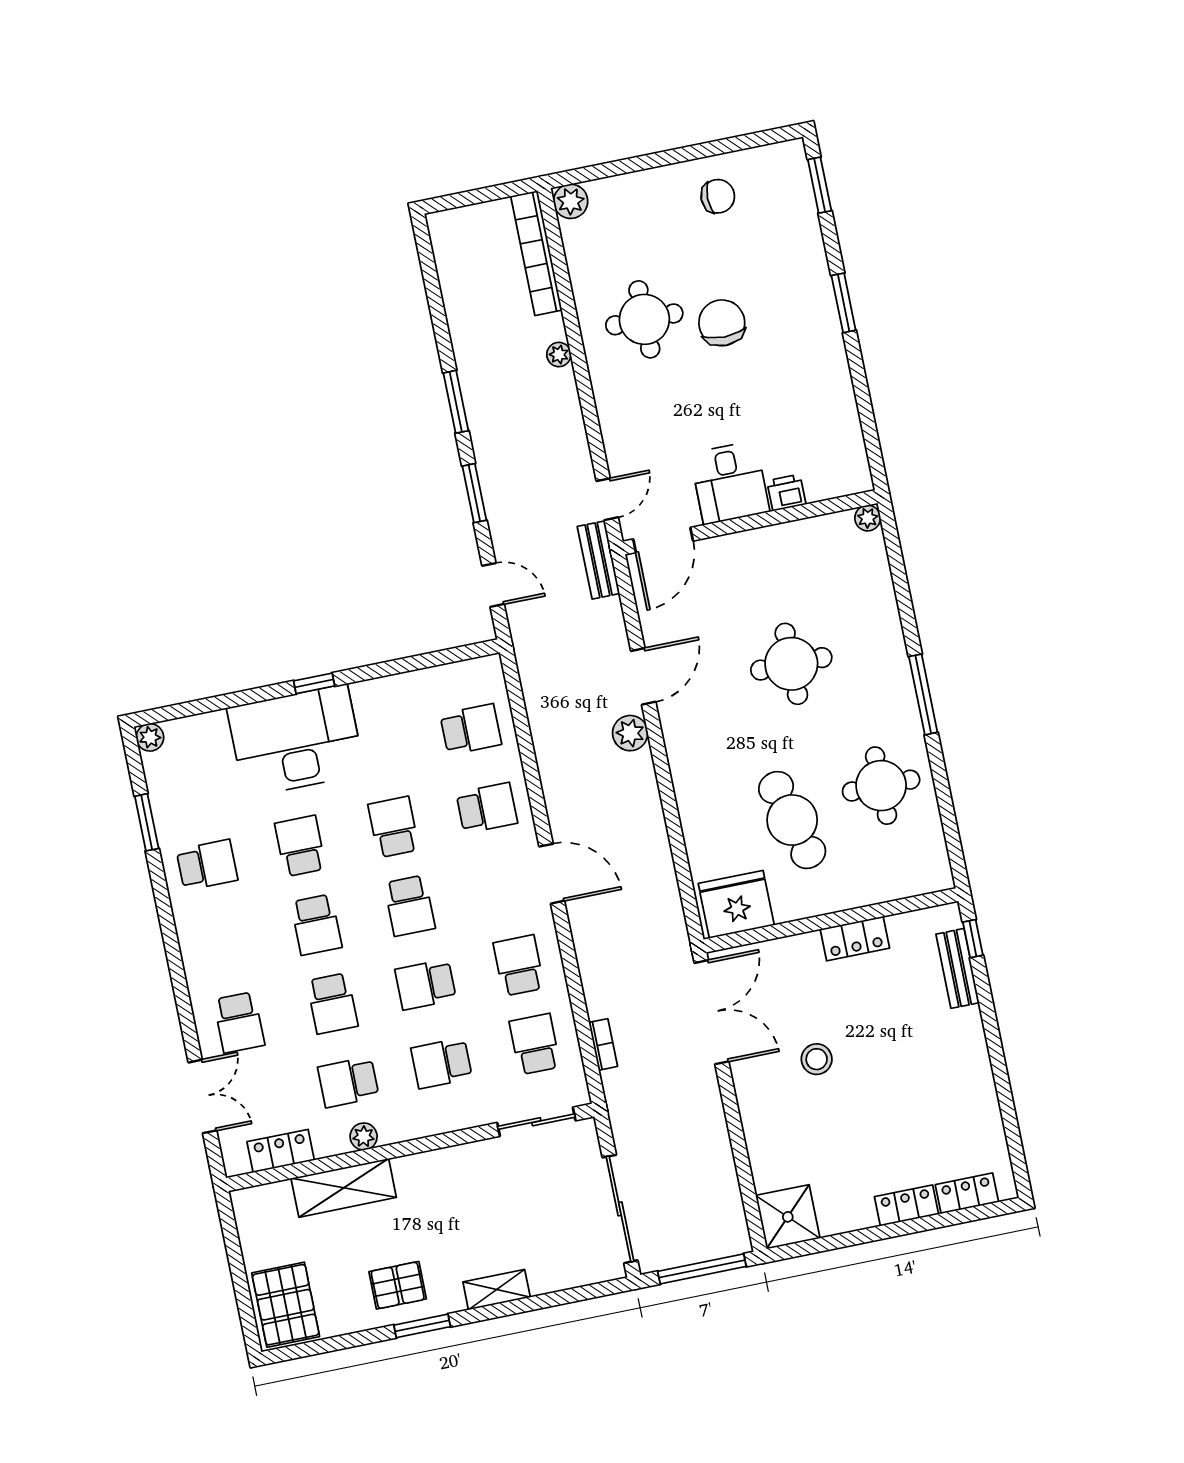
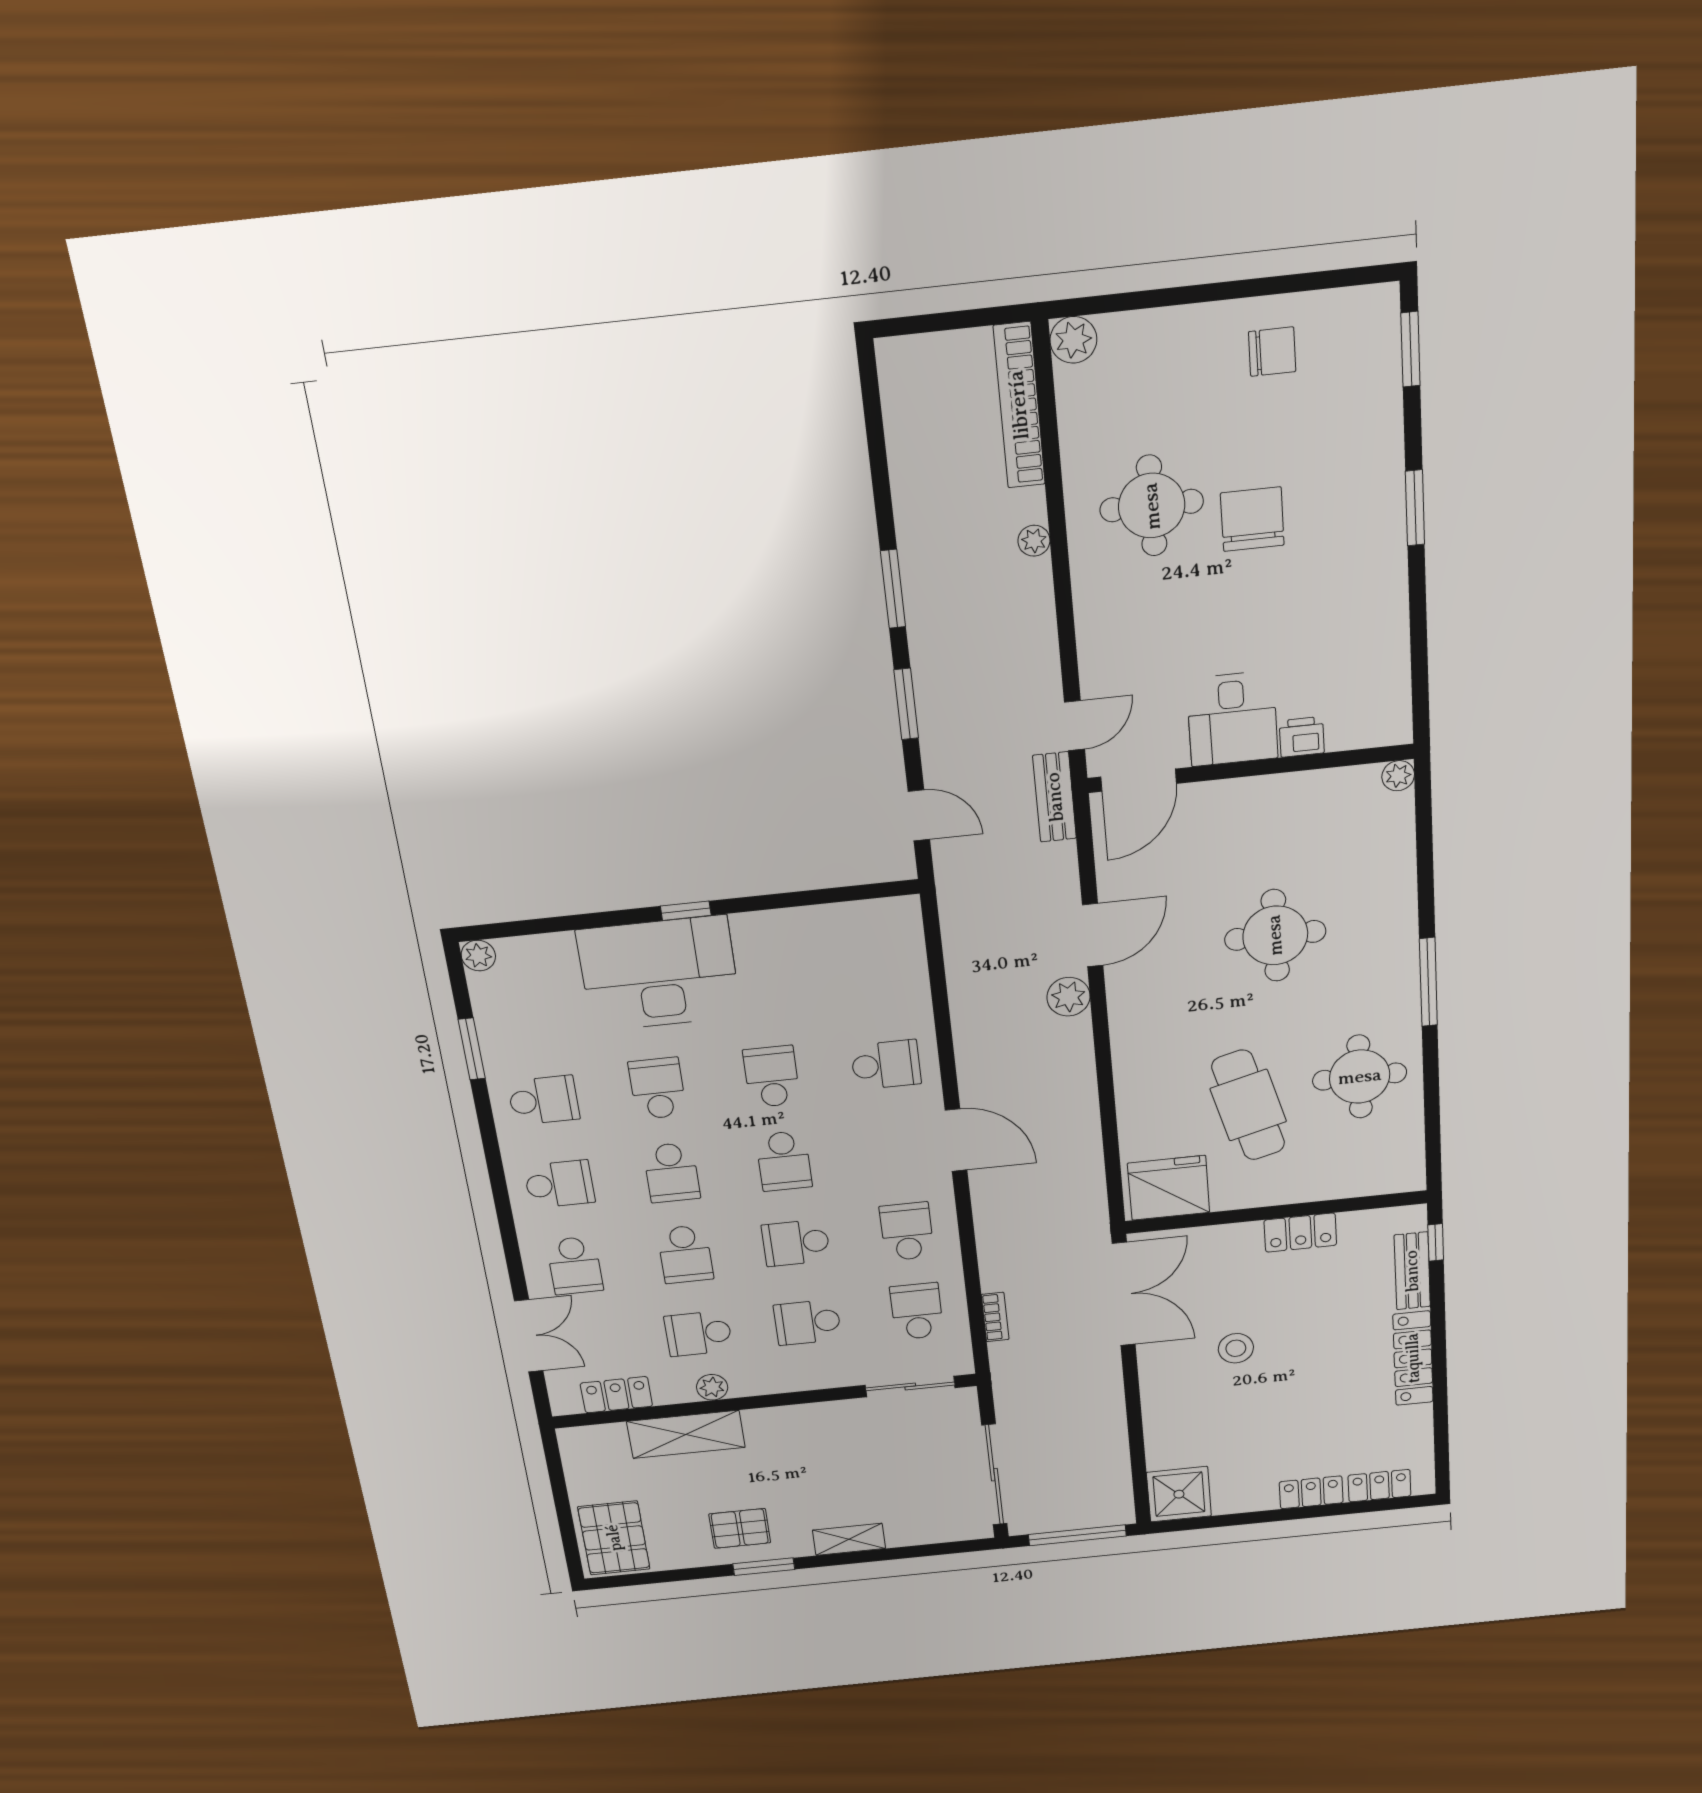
school desk: (471, 729) -> (559, 1184), moved
locker: (974, 1057) -> (1413, 1358), added

